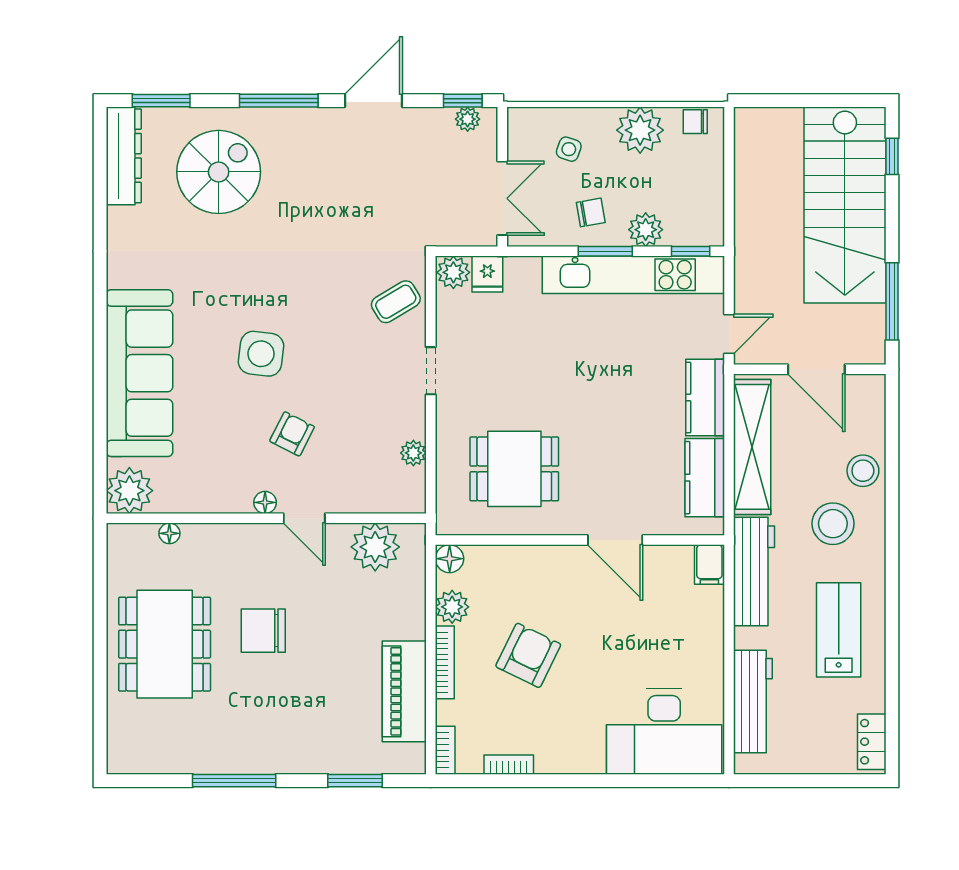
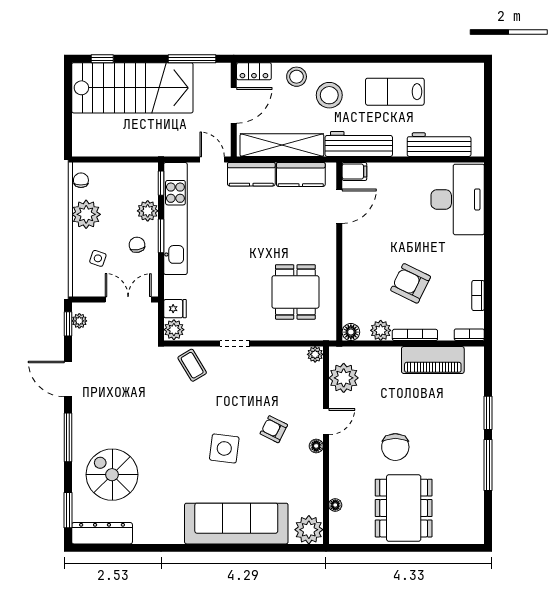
chair: (695, 122) -> (81, 180), turned 180
plant: (413, 453) -> (315, 354), moved
door: (615, 540) -> (339, 206), moved
dining table: (165, 644) -> (404, 508), turned 90
locker: (872, 742) -> (254, 71), moved
window: (355, 781) -> (488, 413), moved

